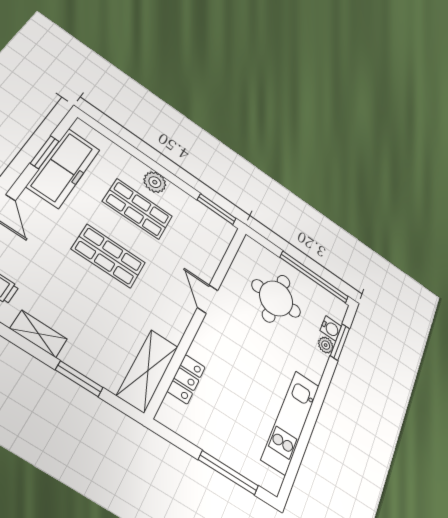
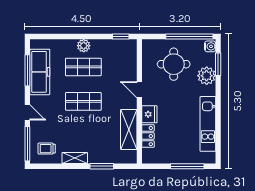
window: (45, 152) -> (27, 70), width x1.44
window: (217, 209) -> (121, 37), width x0.67
water cooler: (331, 328) -> (210, 46), moved
plant: (326, 345) -> (207, 76), width x1.88, depth x1.88
fridge: (205, 346) -> (149, 114), added
shelving: (148, 371) -> (129, 130), moved

